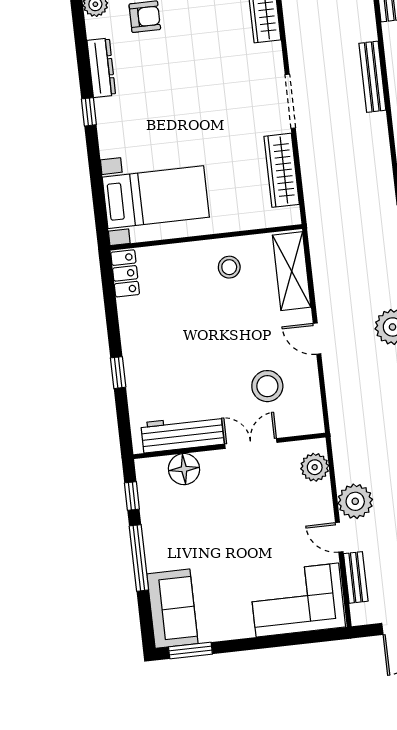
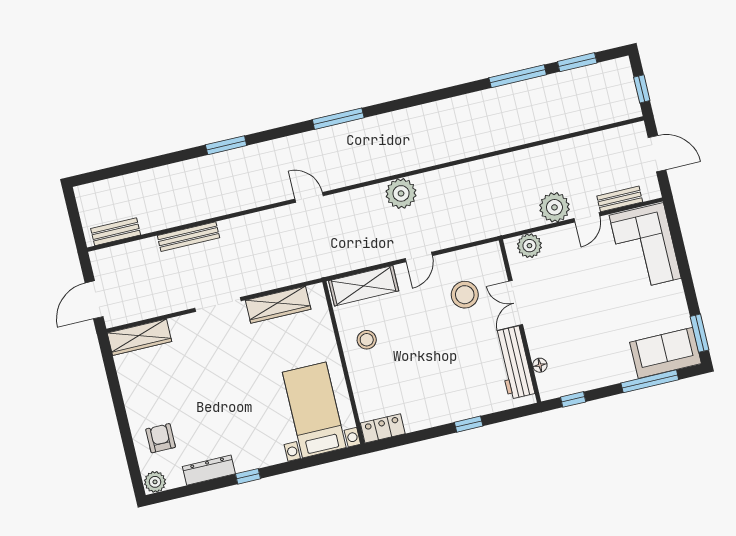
floor lamp: (184, 469) -> (540, 365), width x0.53, depth x0.53
window: (139, 558) -> (650, 381), moved

